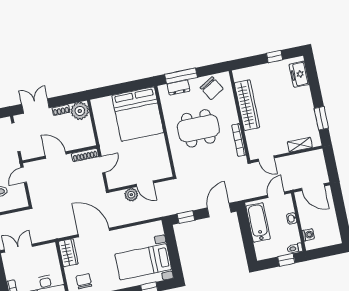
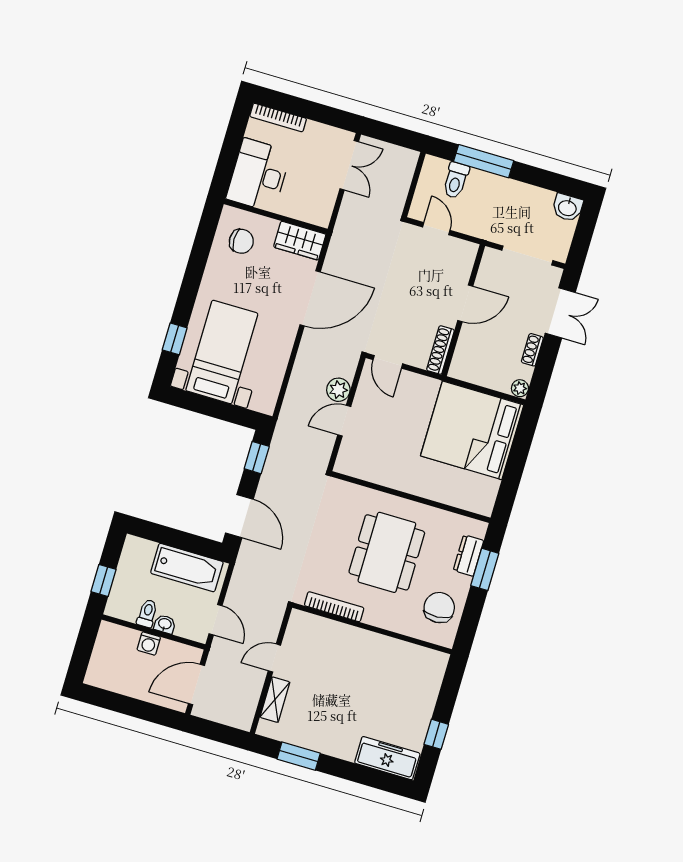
freezer: (299, 74) -> (387, 758), width x1.40
window: (181, 76) -> (485, 569), width x0.69
chair: (212, 88) -> (439, 608), turned 116
wardrobe: (247, 105) -> (382, 649), removed
plant: (80, 111) -> (520, 388), width x0.53, depth x0.53
bed: (138, 114) -> (472, 430), moved
door: (266, 159) -> (274, 658), moved
door: (102, 165) -> (388, 362), moved
door: (24, 175) -> (436, 229), moved
washing machine: (308, 235) -> (149, 643), moved
toilet: (295, 248) -> (147, 613), moved

